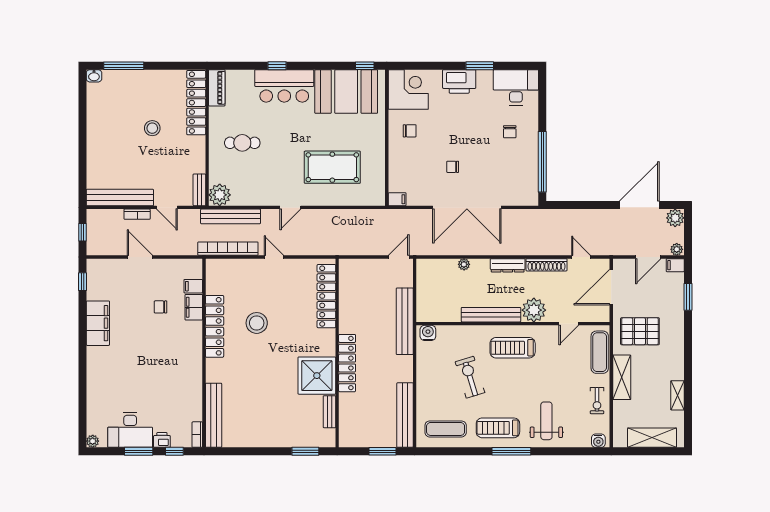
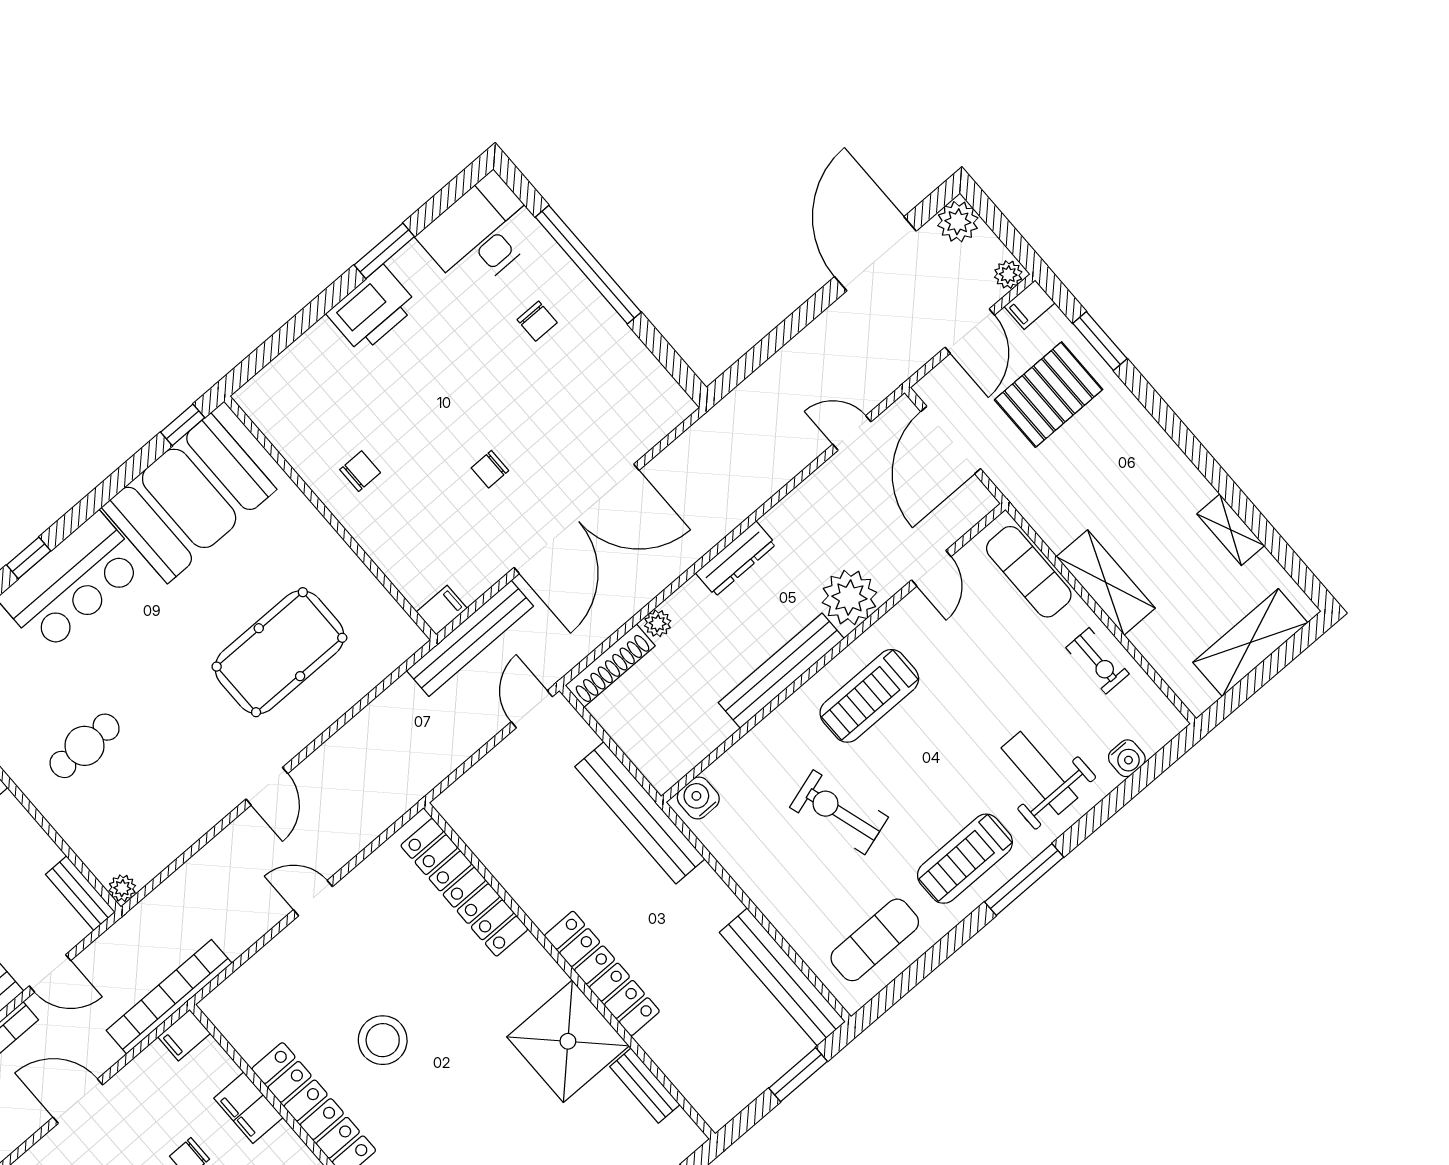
corner desk: (408, 89) -> (295, 401), removed
window: (542, 162) -> (588, 265), moved
plant: (220, 195) -> (122, 888), width x0.53, depth x0.53
bench: (231, 216) -> (470, 638), moved
bookcase: (228, 249) -> (169, 997), moved
shoe rack: (546, 265) -> (610, 666), moved
filing cabinet: (193, 286) -> (184, 1035), moved
pallet: (640, 331) -> (1049, 395), moved
water cooler: (598, 441) -> (1127, 758), moved

